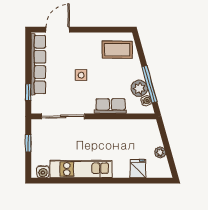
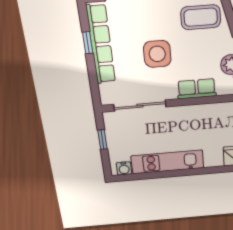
side table: (81, 75) -> (157, 54), width x1.87, depth x1.87
window: (28, 92) -> (88, 43), moved

